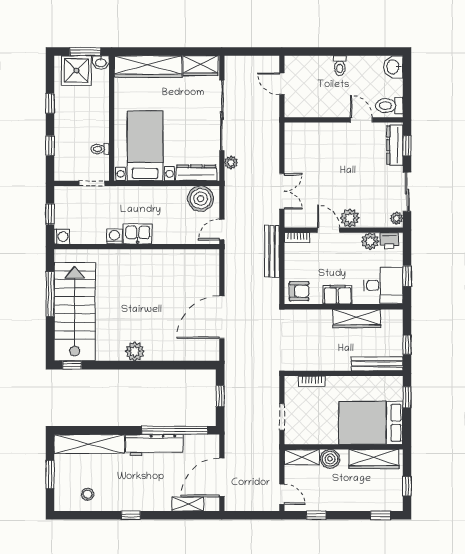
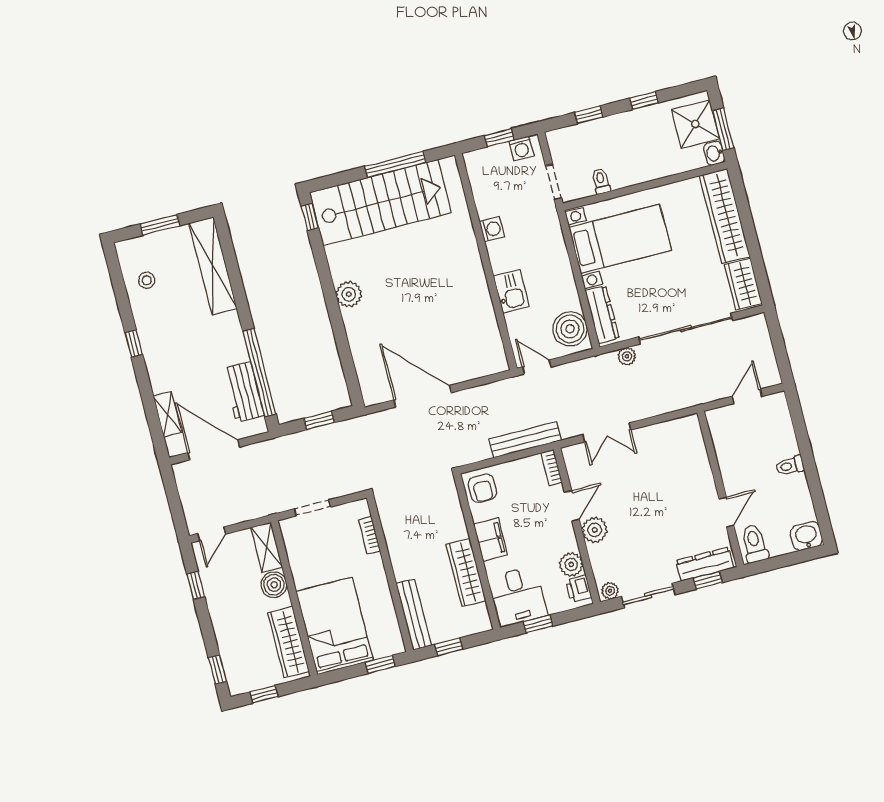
kitchen sink: (138, 234) -> (511, 291), moved
washing machine: (62, 237) -> (521, 148), moved
workbench: (154, 445) -> (244, 392), moved, width x0.73

